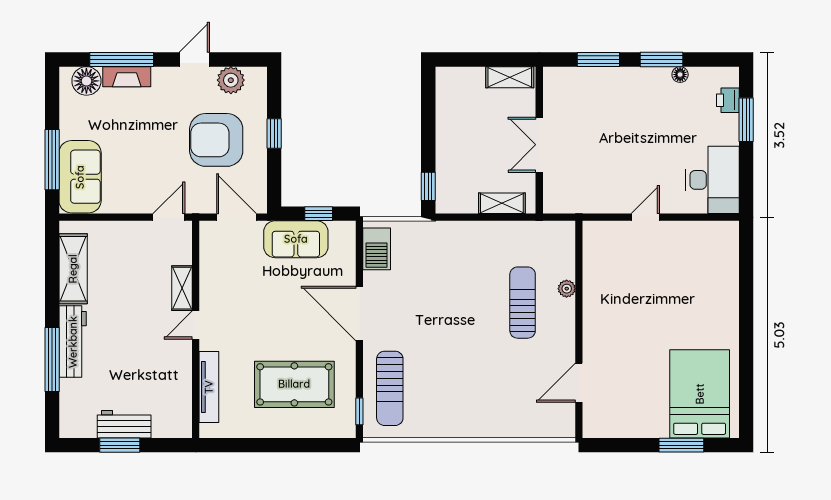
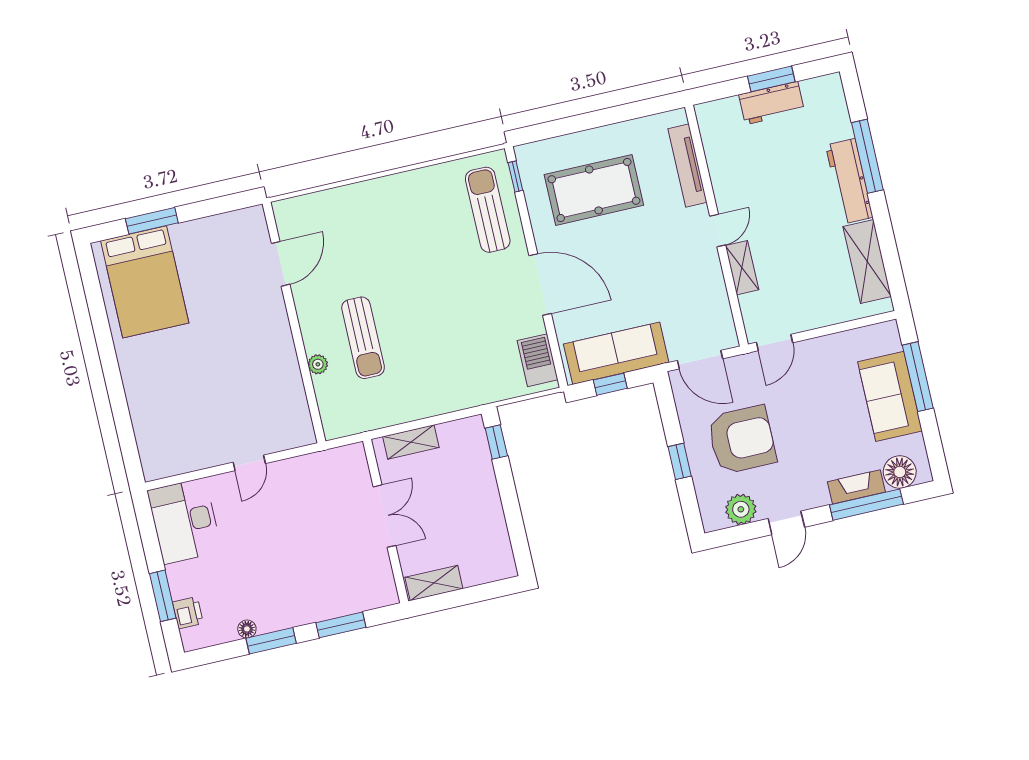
sofa: (80, 177) -> (890, 396), moved
sofa: (296, 239) -> (616, 353), width x1.36

